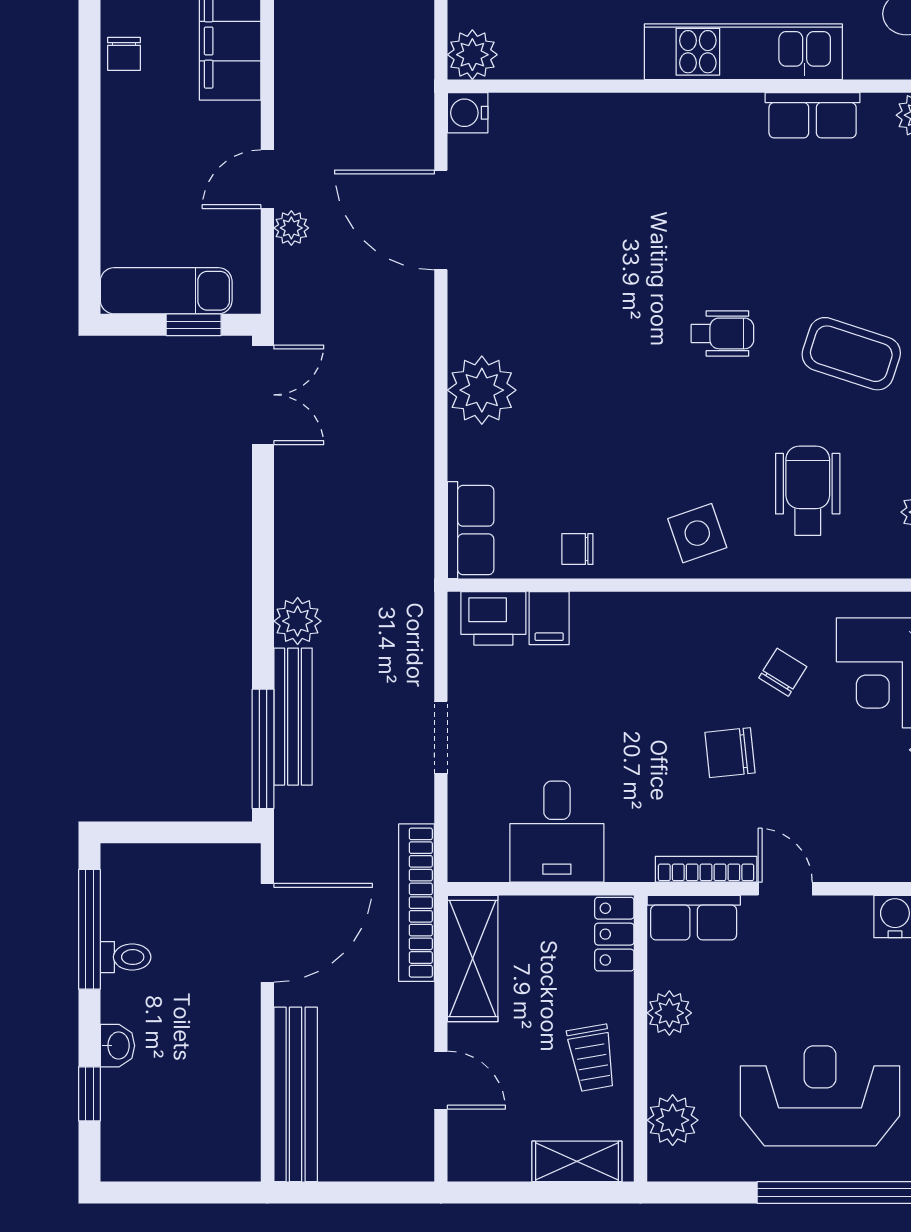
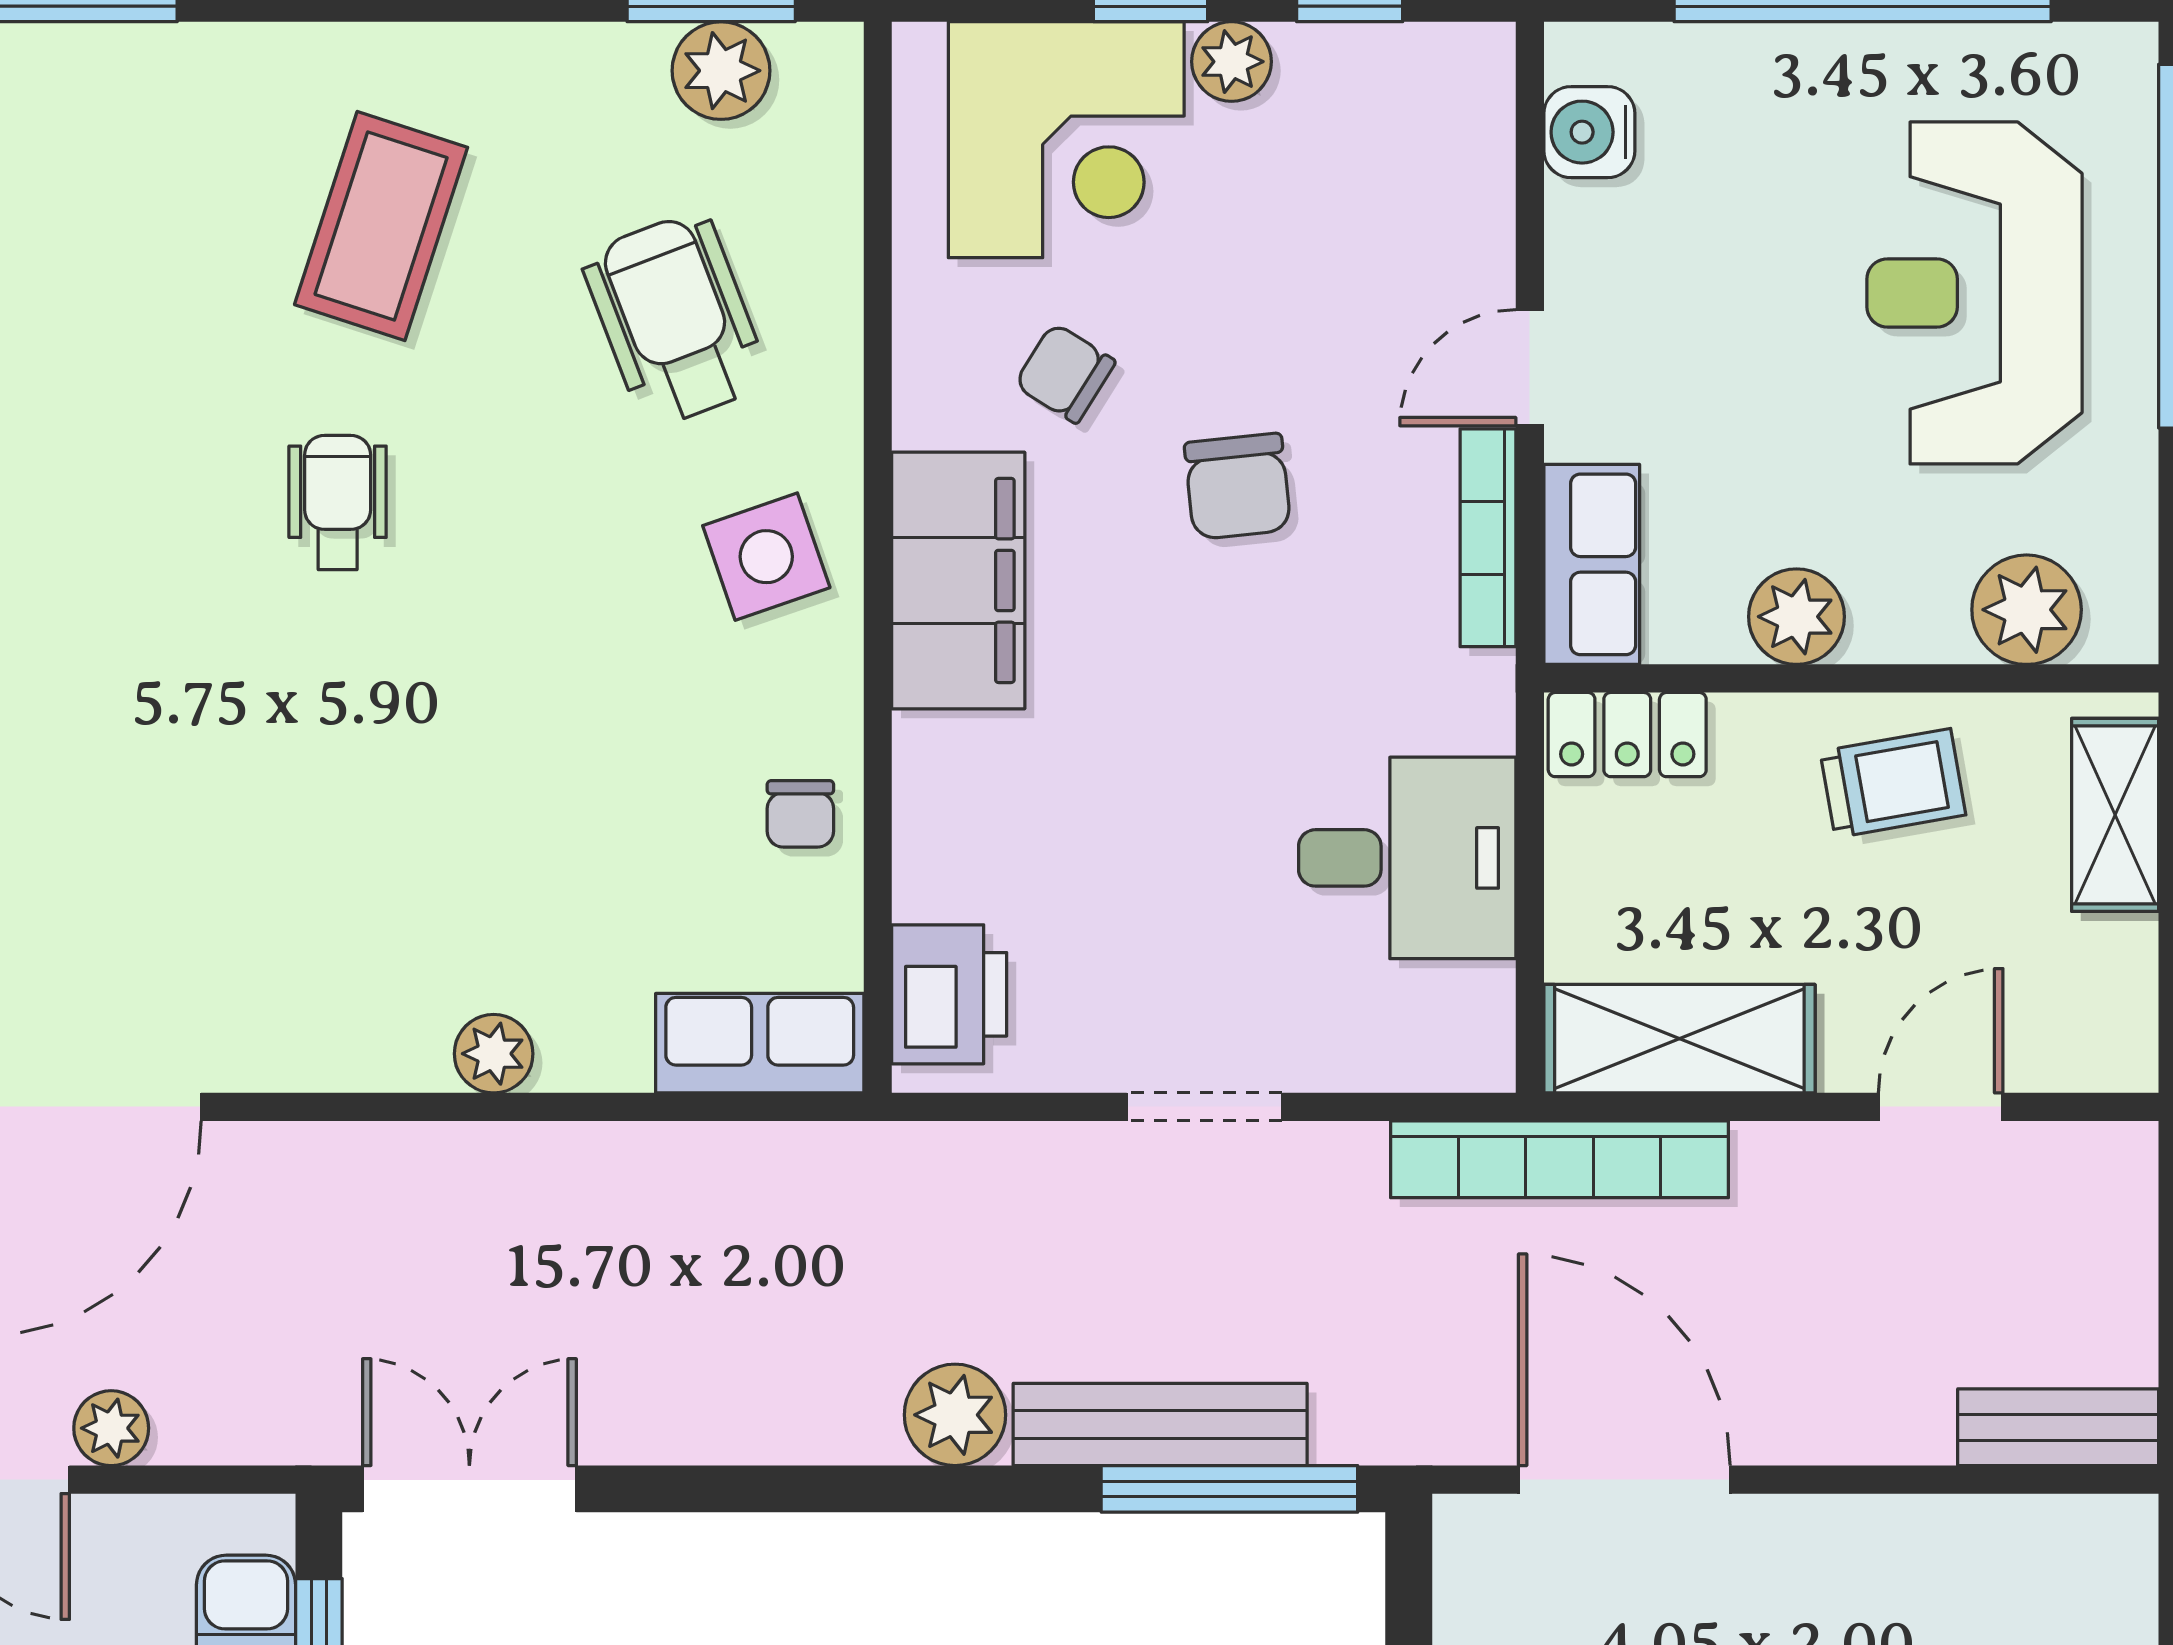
plant: (482, 390) -> (494, 1054), width x0.53, depth x0.53
wheelchair: (808, 491) -> (675, 319), turned 69
filing cabinet: (549, 618) -> (958, 580), moved, width x3.00, depth x1.17
bench: (296, 1094) -> (2058, 1427), width x0.54, depth x0.82

